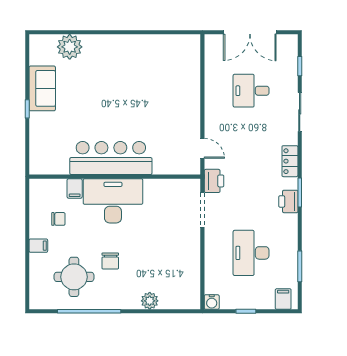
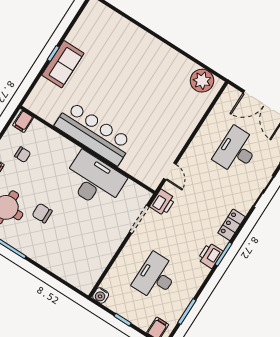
plant: (70, 47) -> (202, 81), moved
sofa: (42, 88) -> (63, 64), moved
desk: (251, 91) -> (236, 151), width x1.37
filing cabinet: (75, 188) -> (23, 121), moved
desk: (113, 201) -> (94, 180), moved
chair: (110, 261) -> (42, 213), turned 89
plant: (150, 301) -> (53, 264), removed

